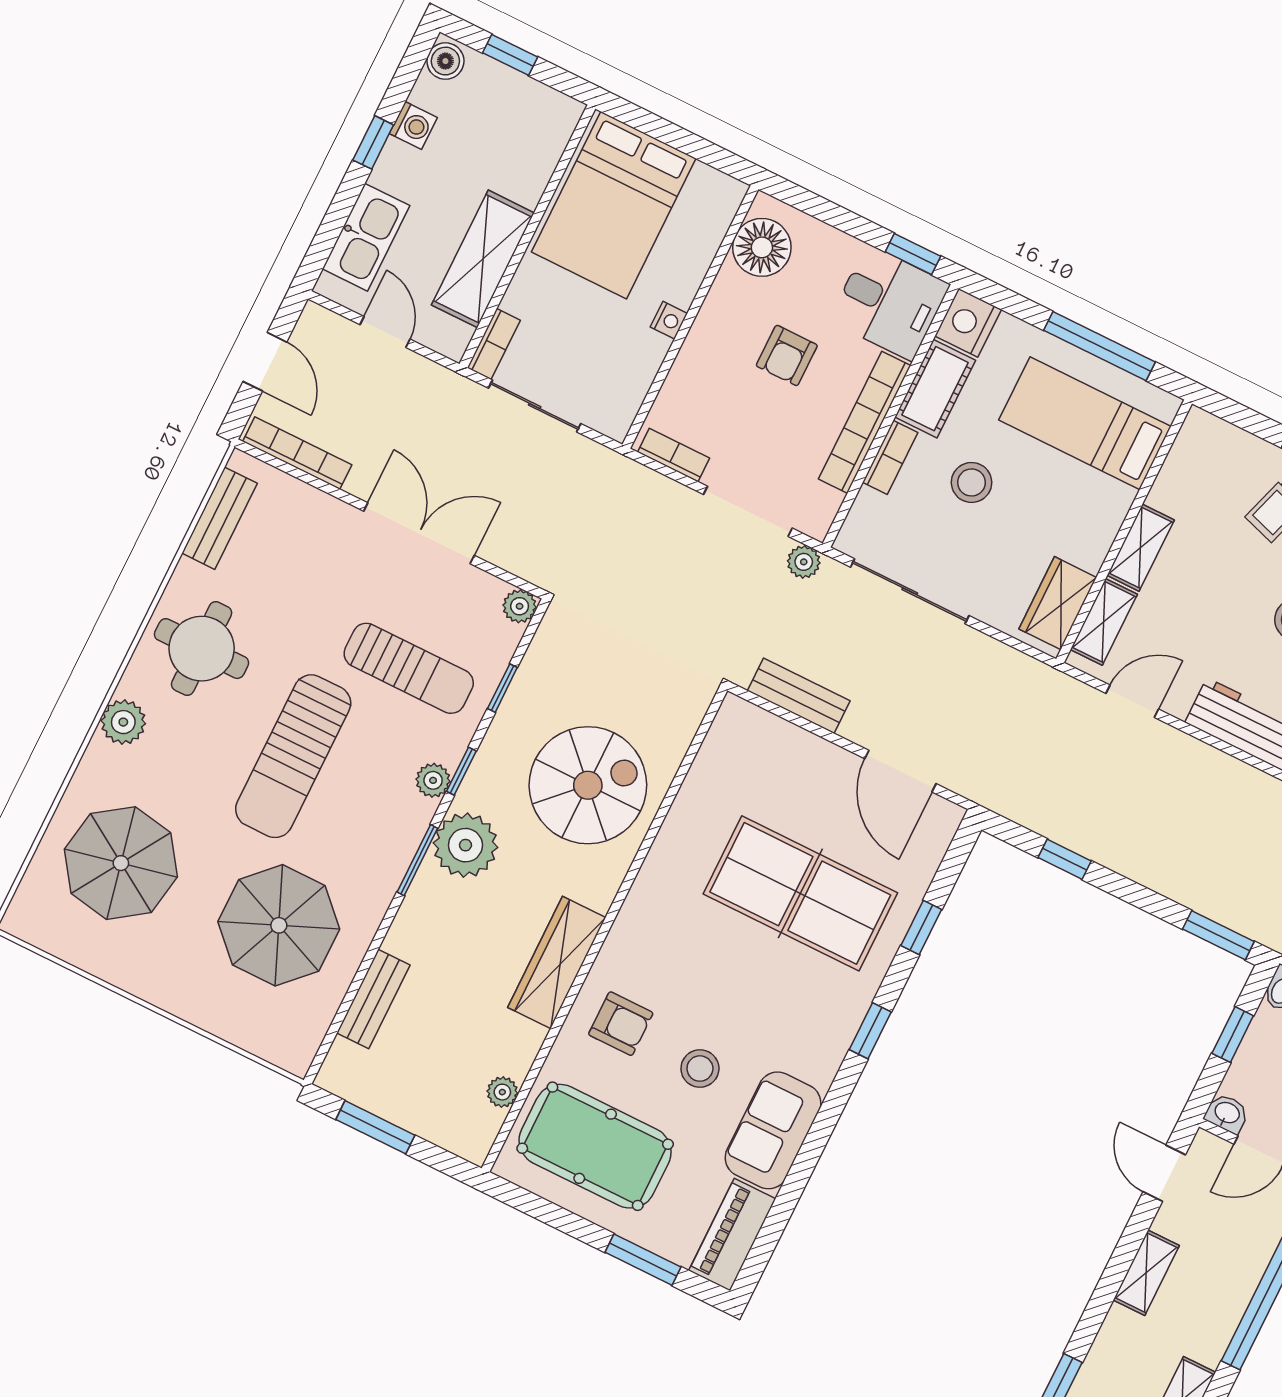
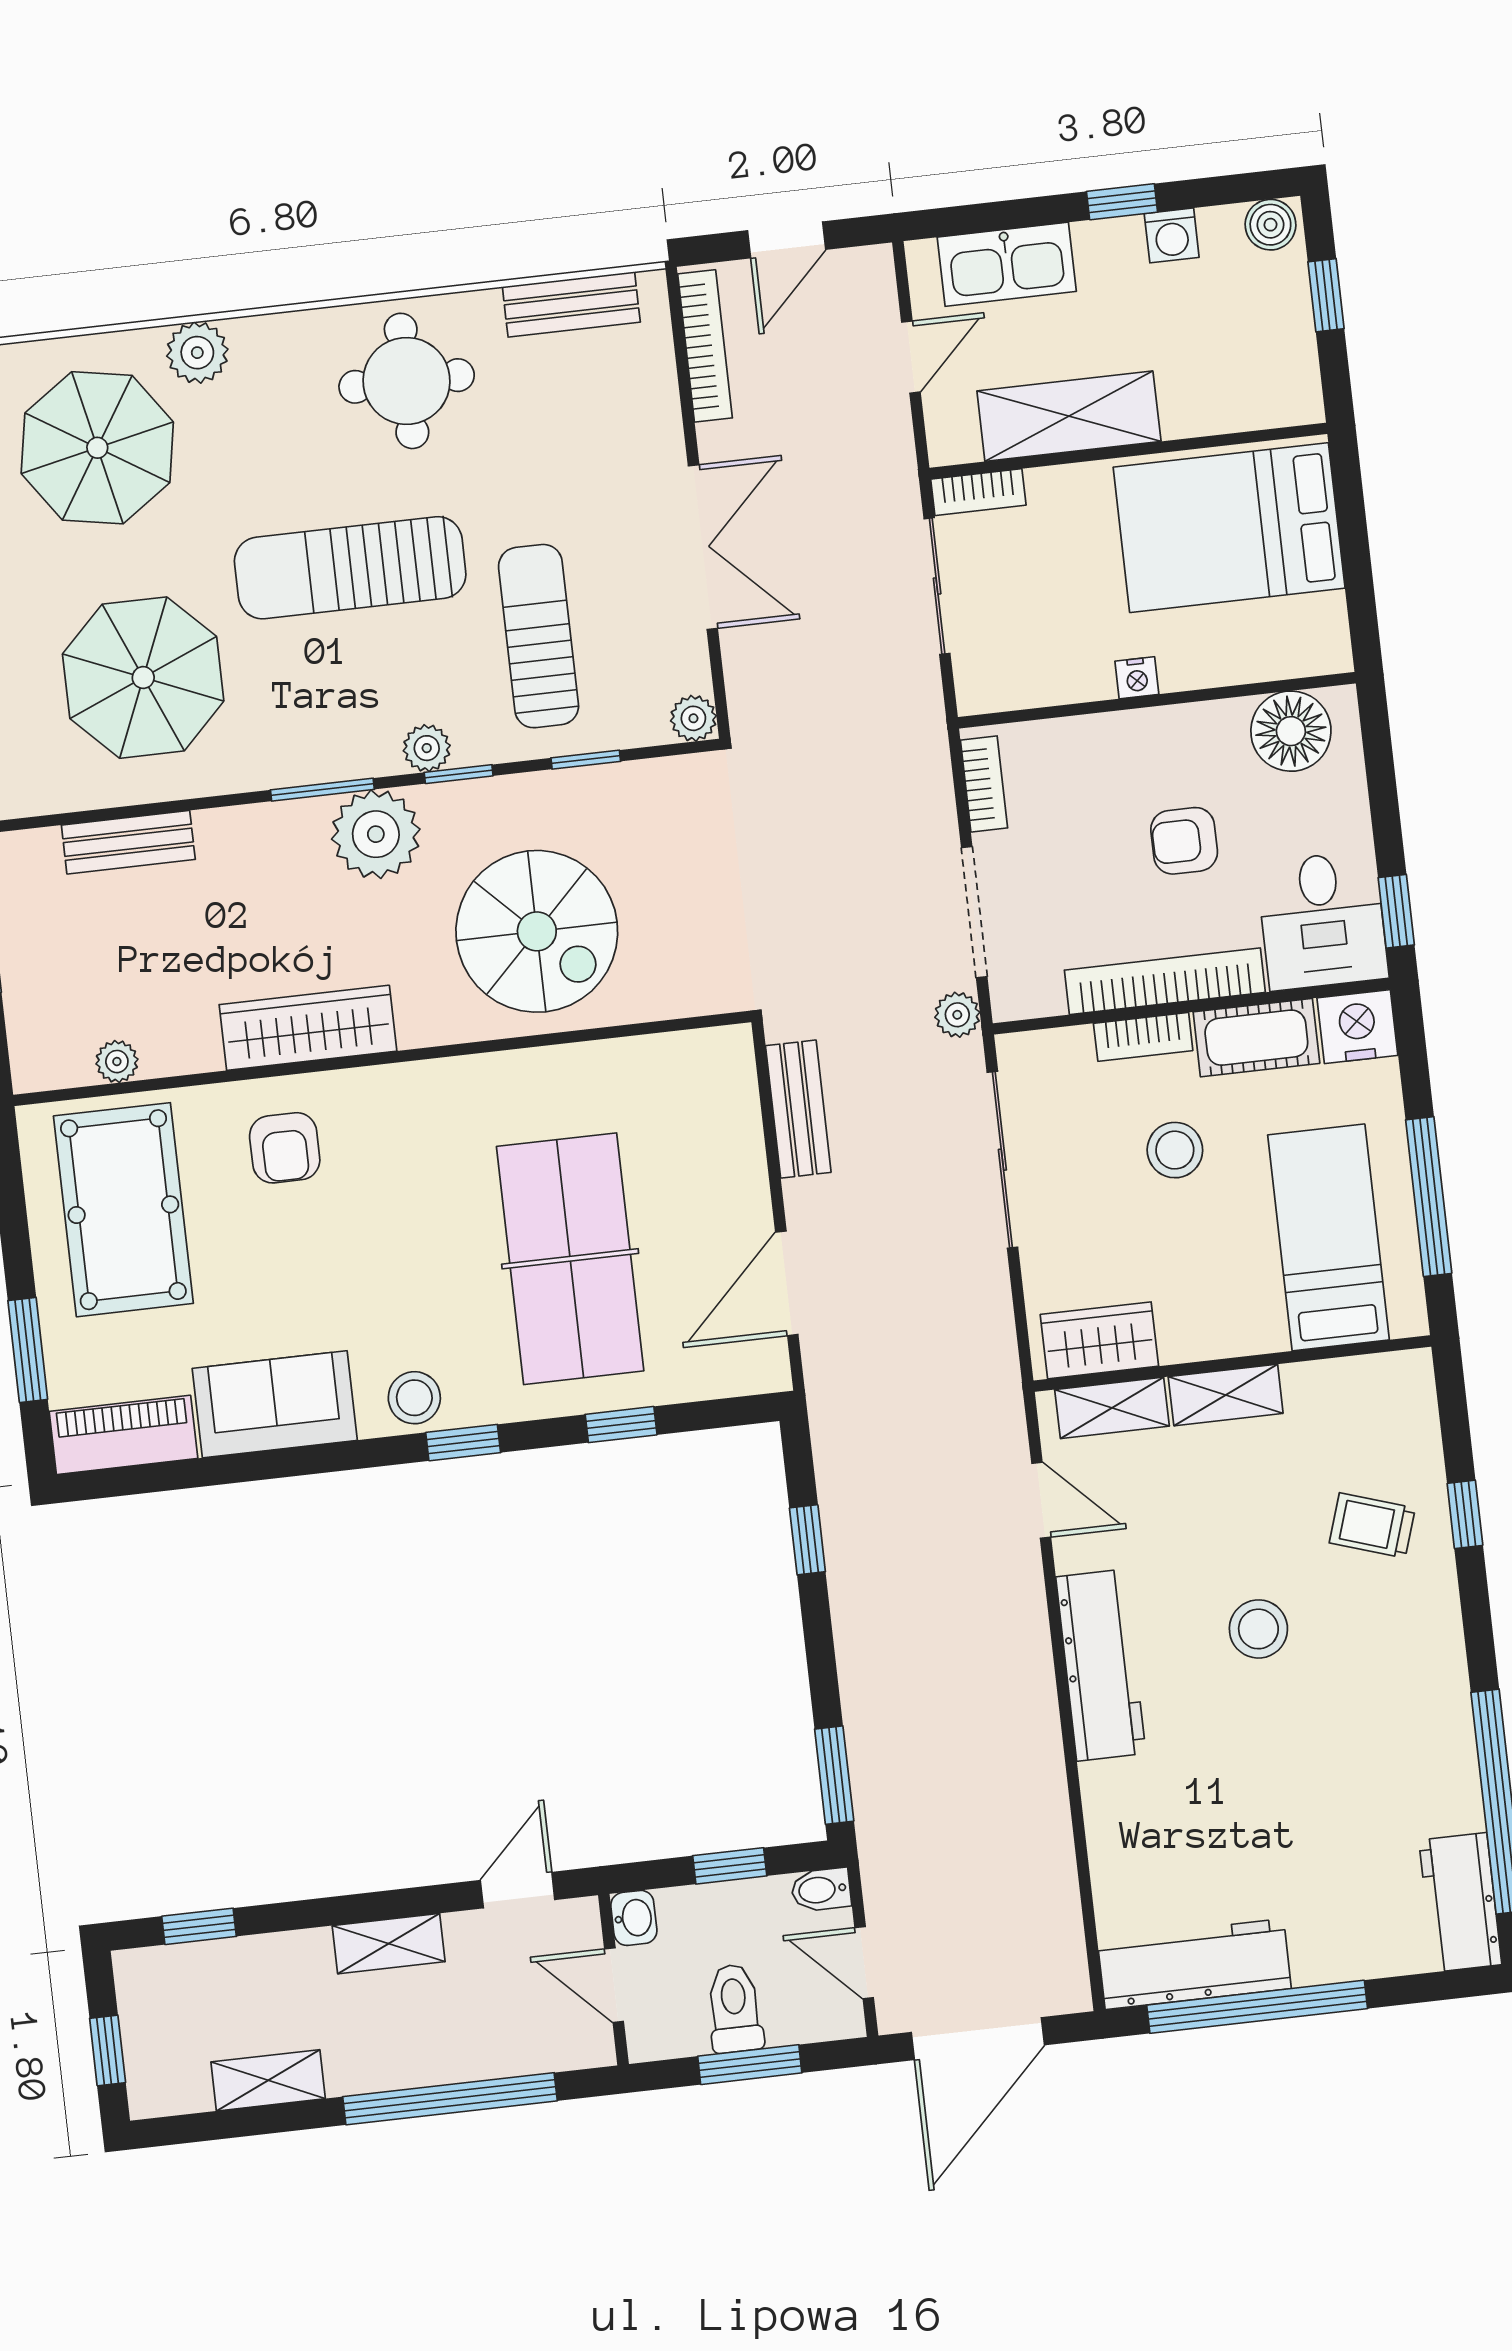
sun lounger: (409, 668) -> (539, 636), turned 180
plant: (123, 722) -> (197, 353), moved
stool: (700, 1069) -> (414, 1398), moved

